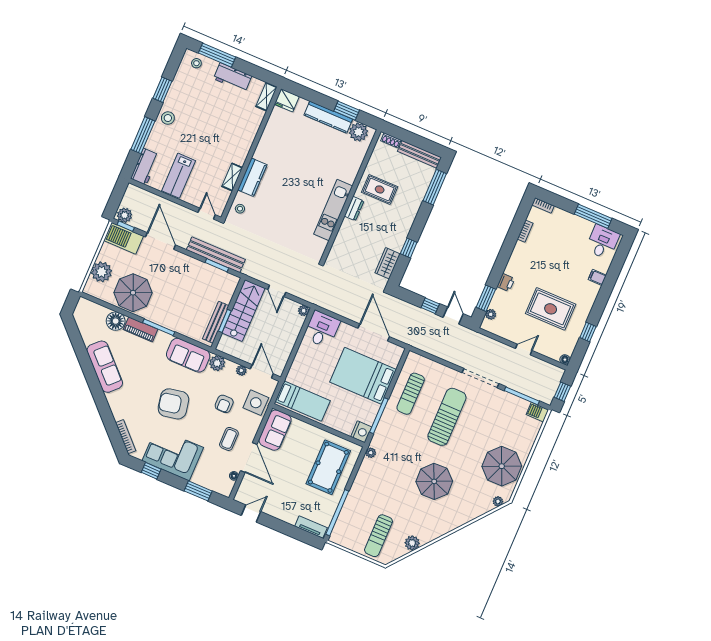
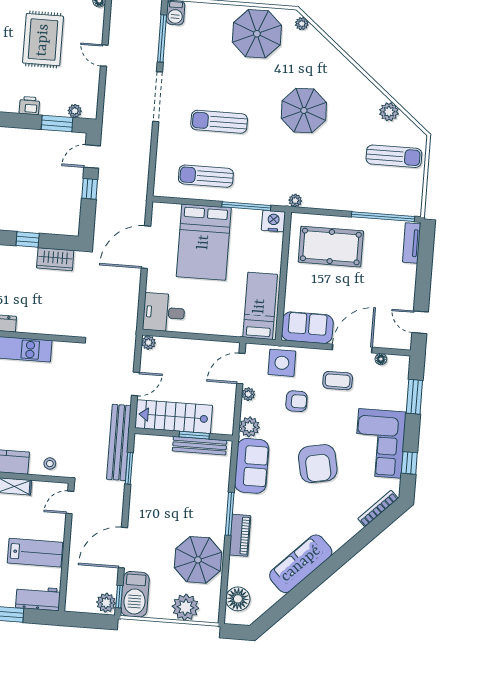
bench: (216, 255) -> (119, 442), moved
floor lamp: (116, 321) -> (238, 599), moved
sun lounger: (411, 394) -> (206, 176), turned 180
sun lounger: (447, 417) -> (219, 122), width x0.73, depth x0.75

